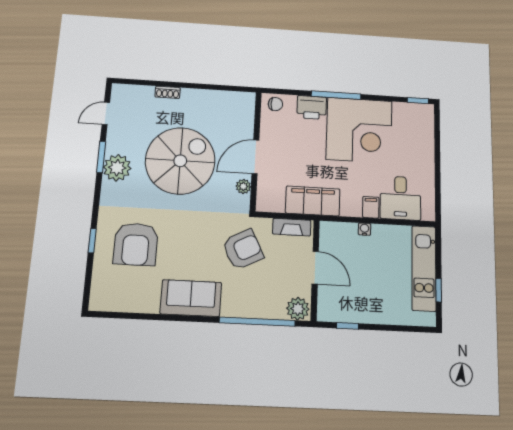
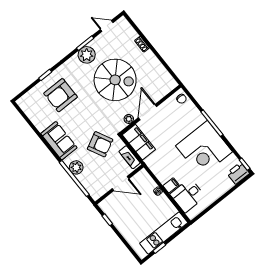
printer: (312, 107) -> (238, 173), moved, turned 90
door: (255, 157) -> (148, 112), hinge flipped
filing cabinet: (313, 201) -> (139, 142), moved
door: (315, 268) -> (120, 184), hinge flipped
plant: (298, 309) -> (76, 167), moved

